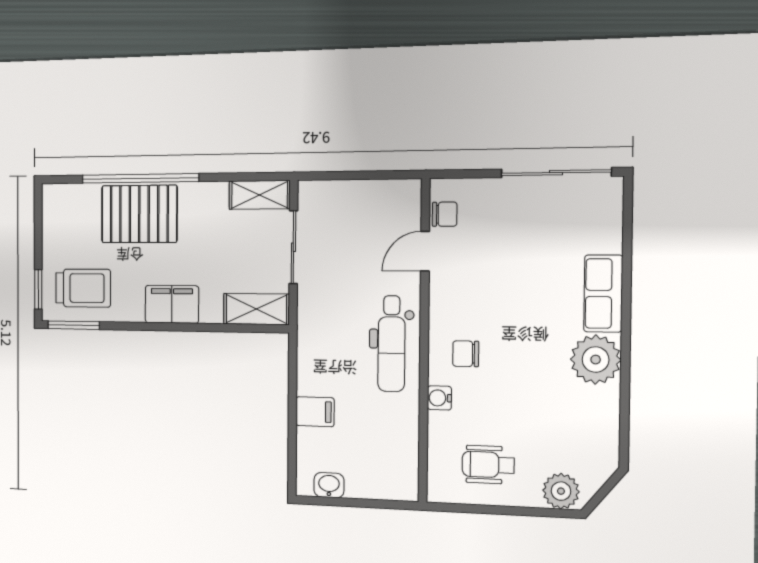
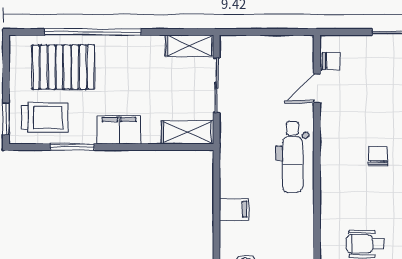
pallet: (139, 214) -> (63, 67), moved
window: (74, 325) -> (72, 147), moved
chair: (466, 354) -> (378, 156), moved, turned 90
water cooler: (439, 398) -> (329, 196), removed

